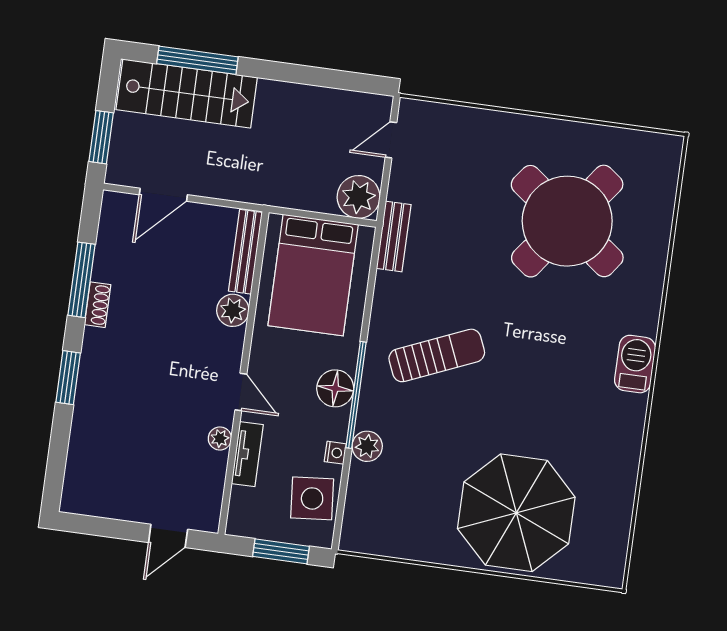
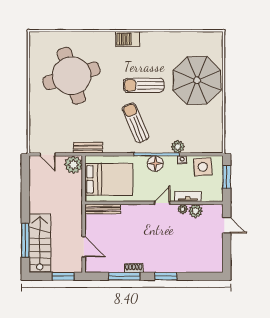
round table: (567, 221) -> (72, 76), turned 36
plant: (233, 310) -> (196, 211), moved
sun lounger: (522, 387) -> (144, 85), added

